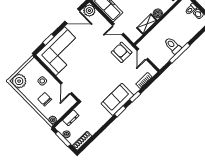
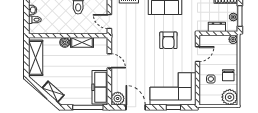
armchair: (122, 52) -> (168, 40), moved
door: (142, 54) -> (109, 21), swing flipped
chair: (45, 99) -> (228, 75), moved

